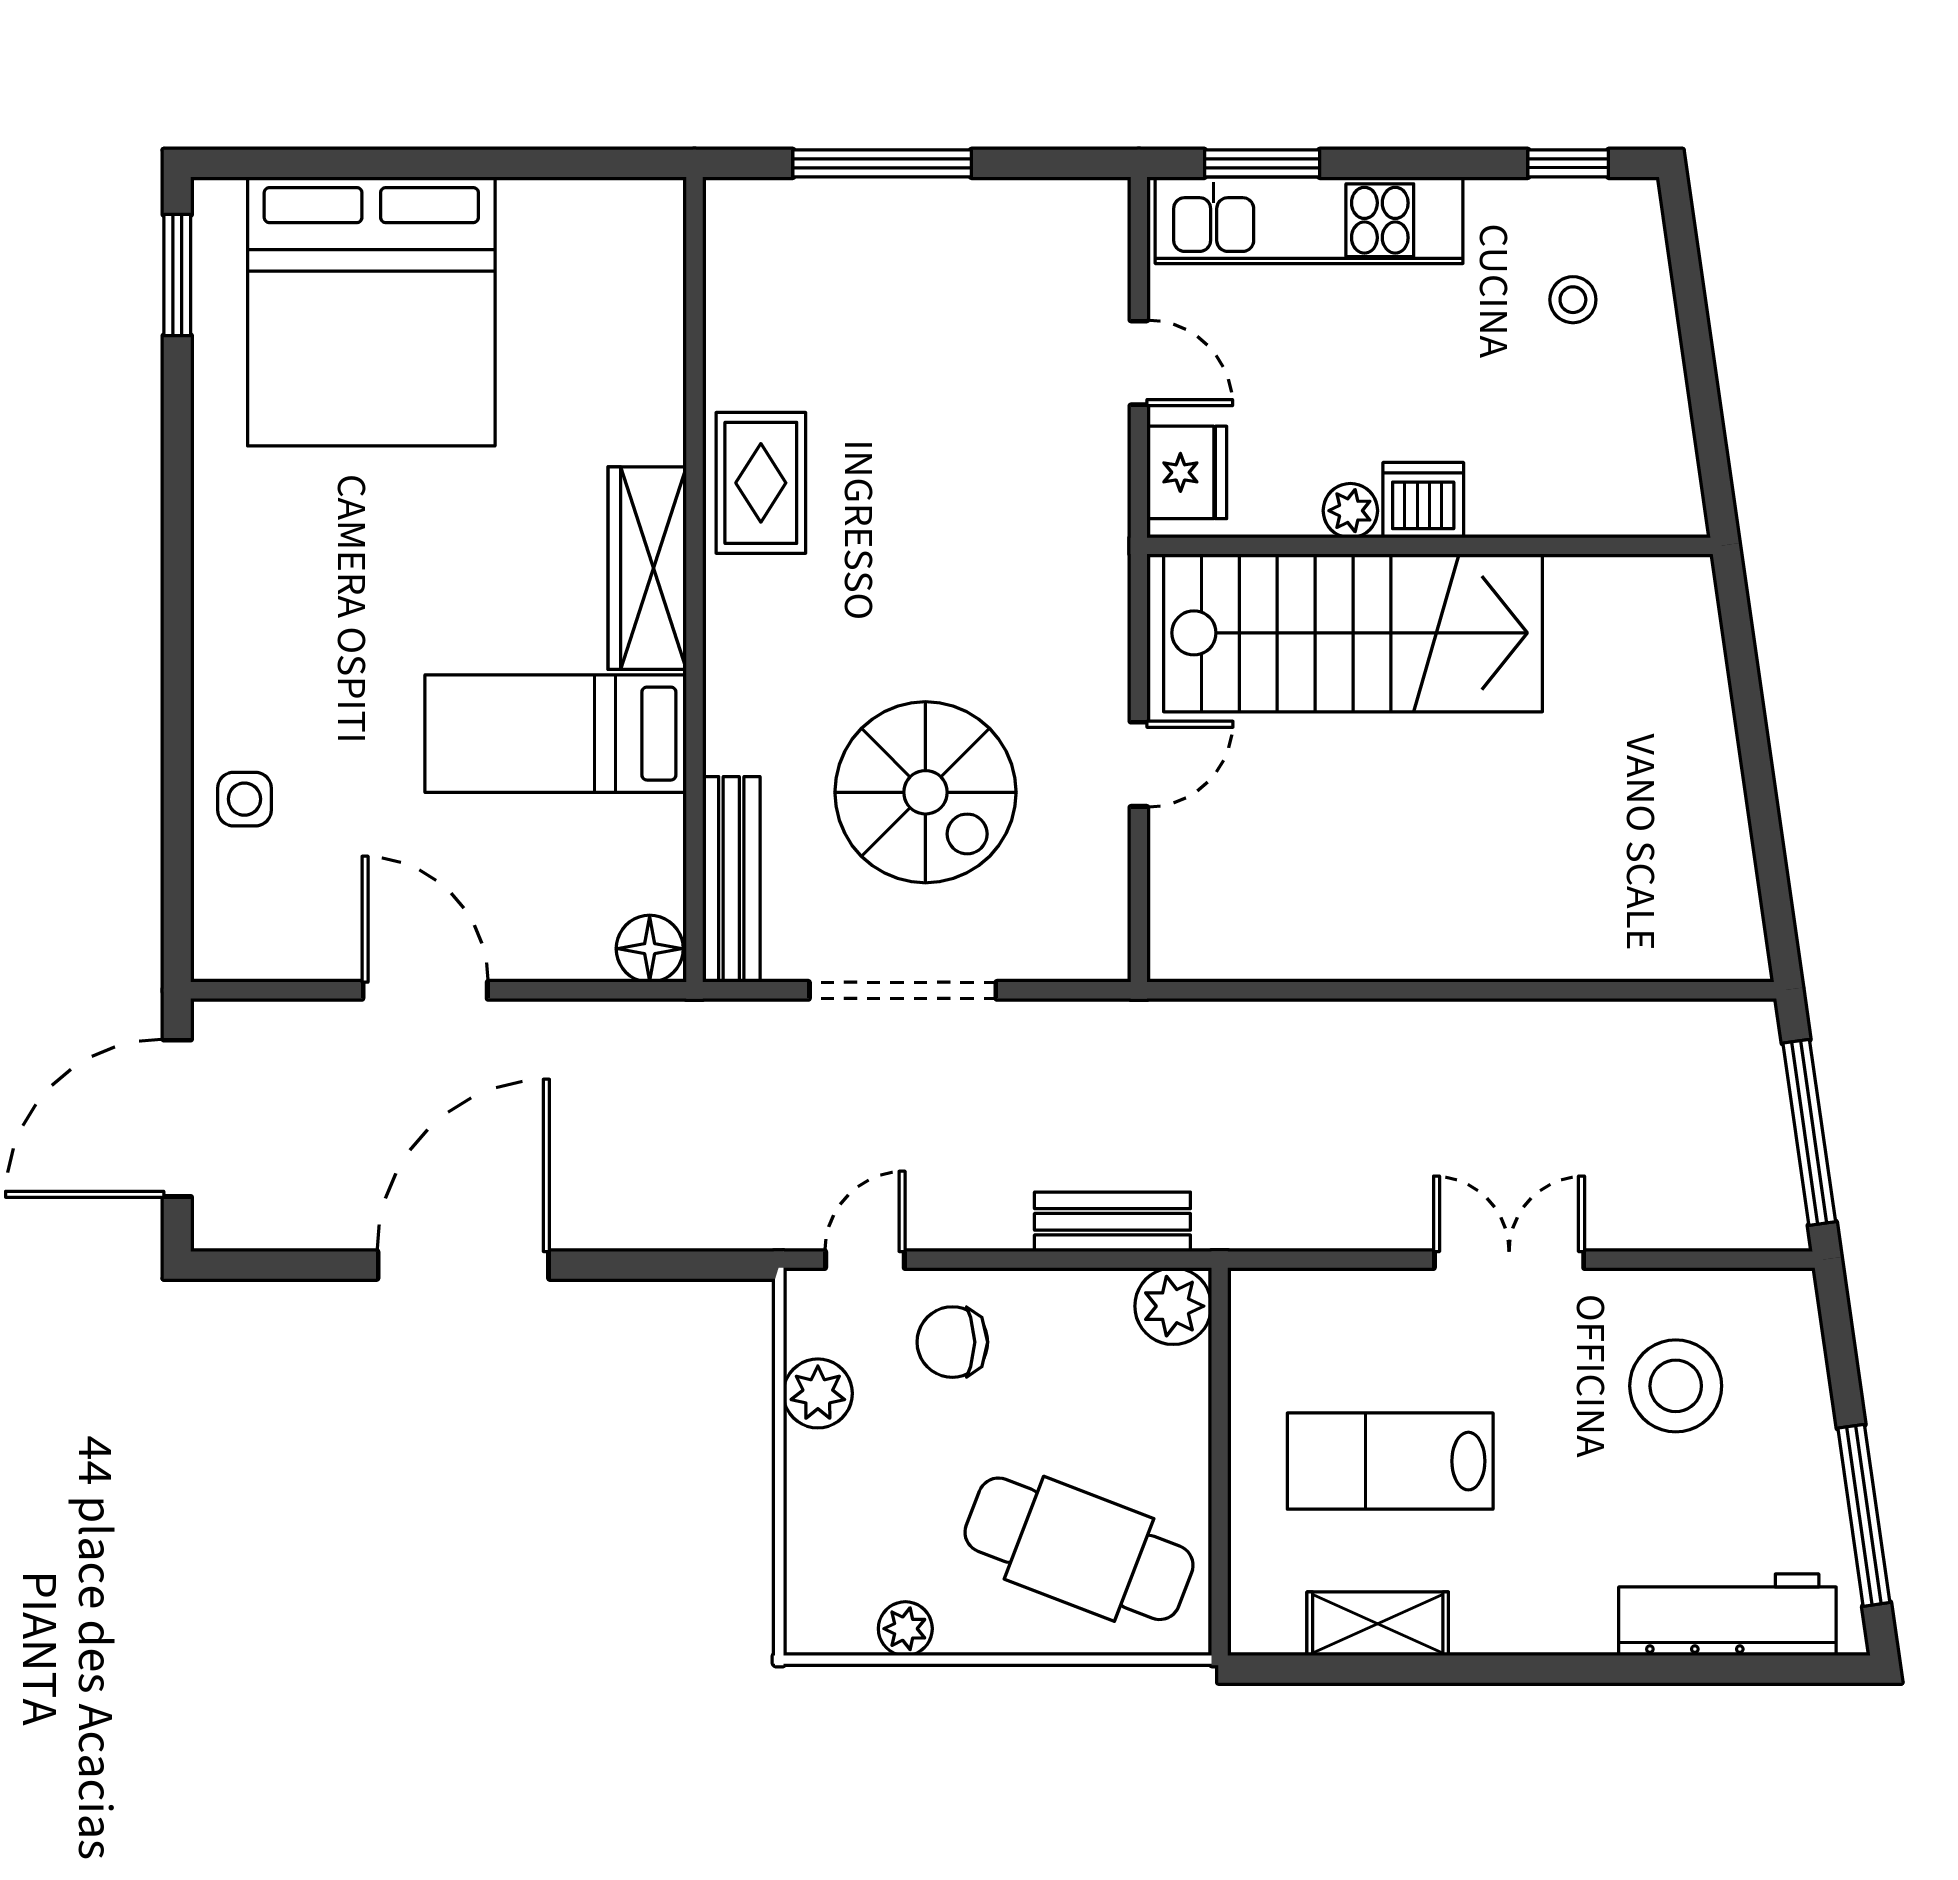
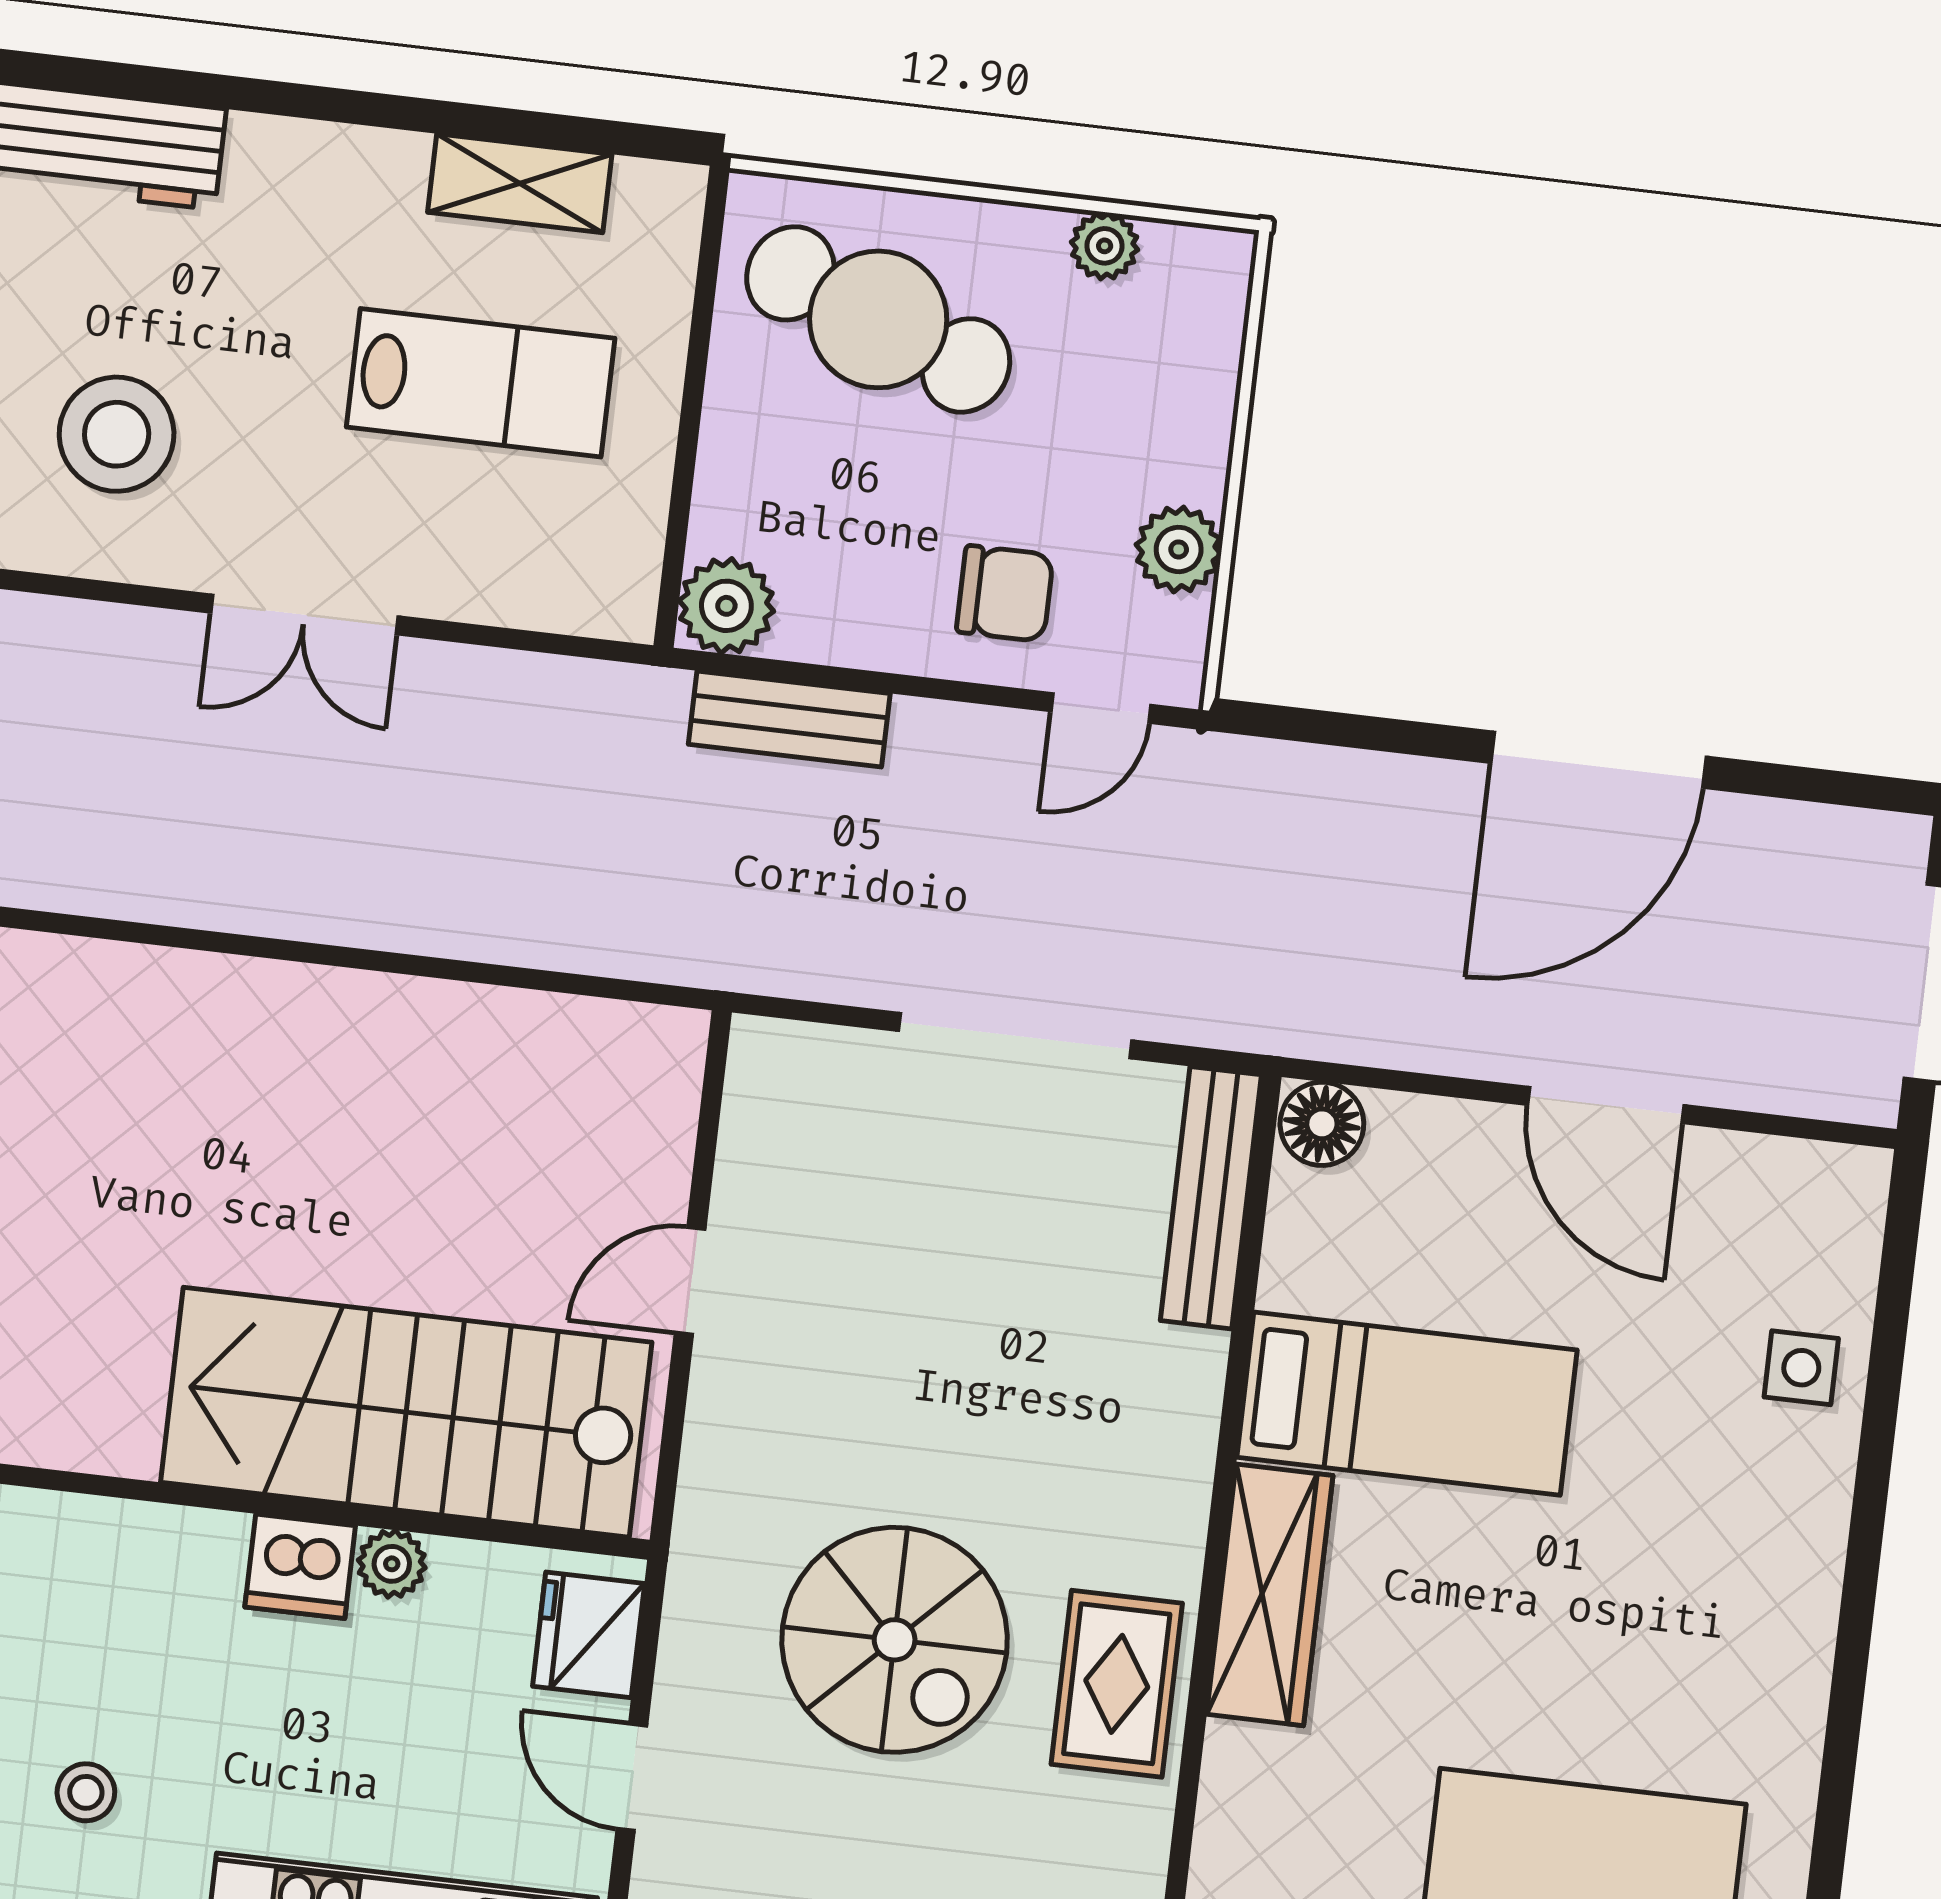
spiral stairs: (925, 792) -> (895, 1640), moved, turned 180

